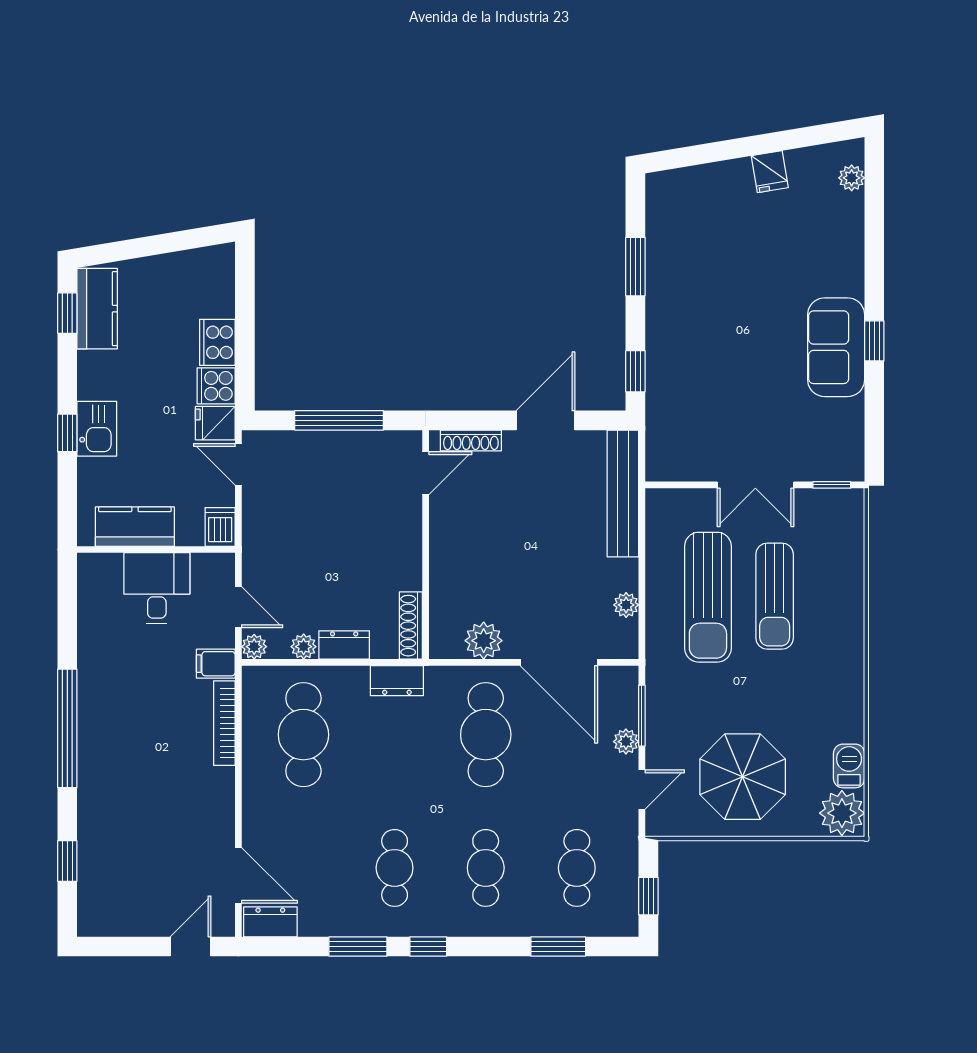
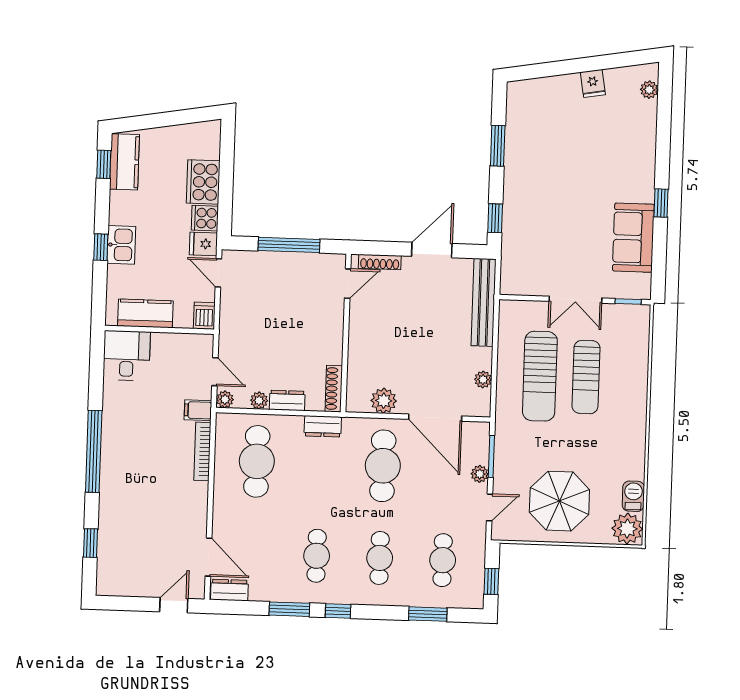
cooker: (217, 342) -> (203, 182), width x1.37, depth x1.31
sofa: (836, 347) -> (633, 238), moved
desk: (157, 588) -> (127, 356), moved

